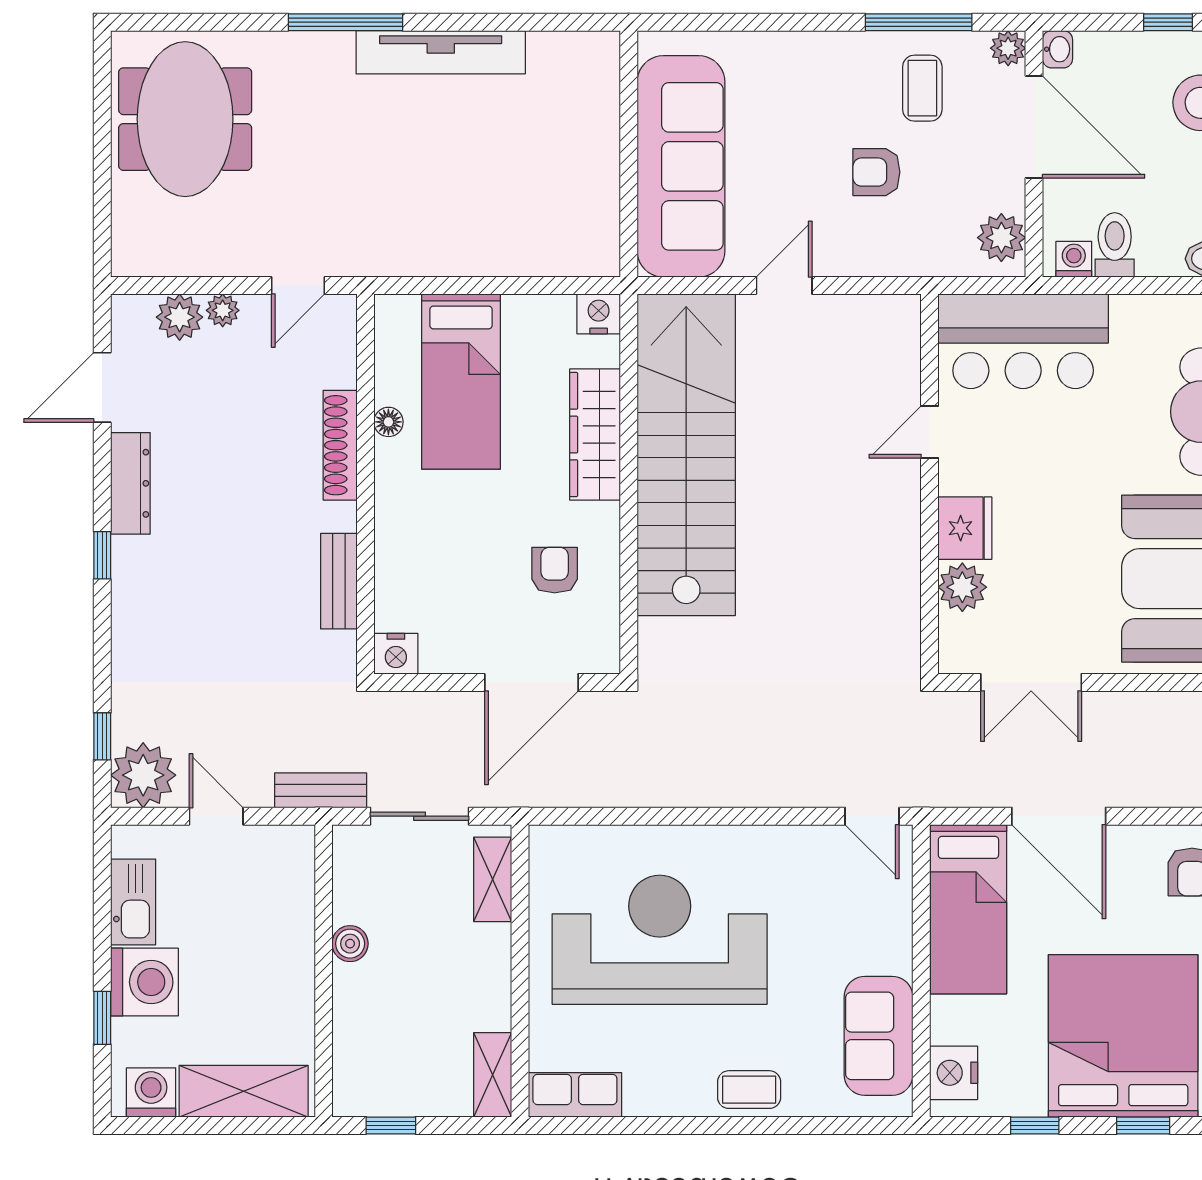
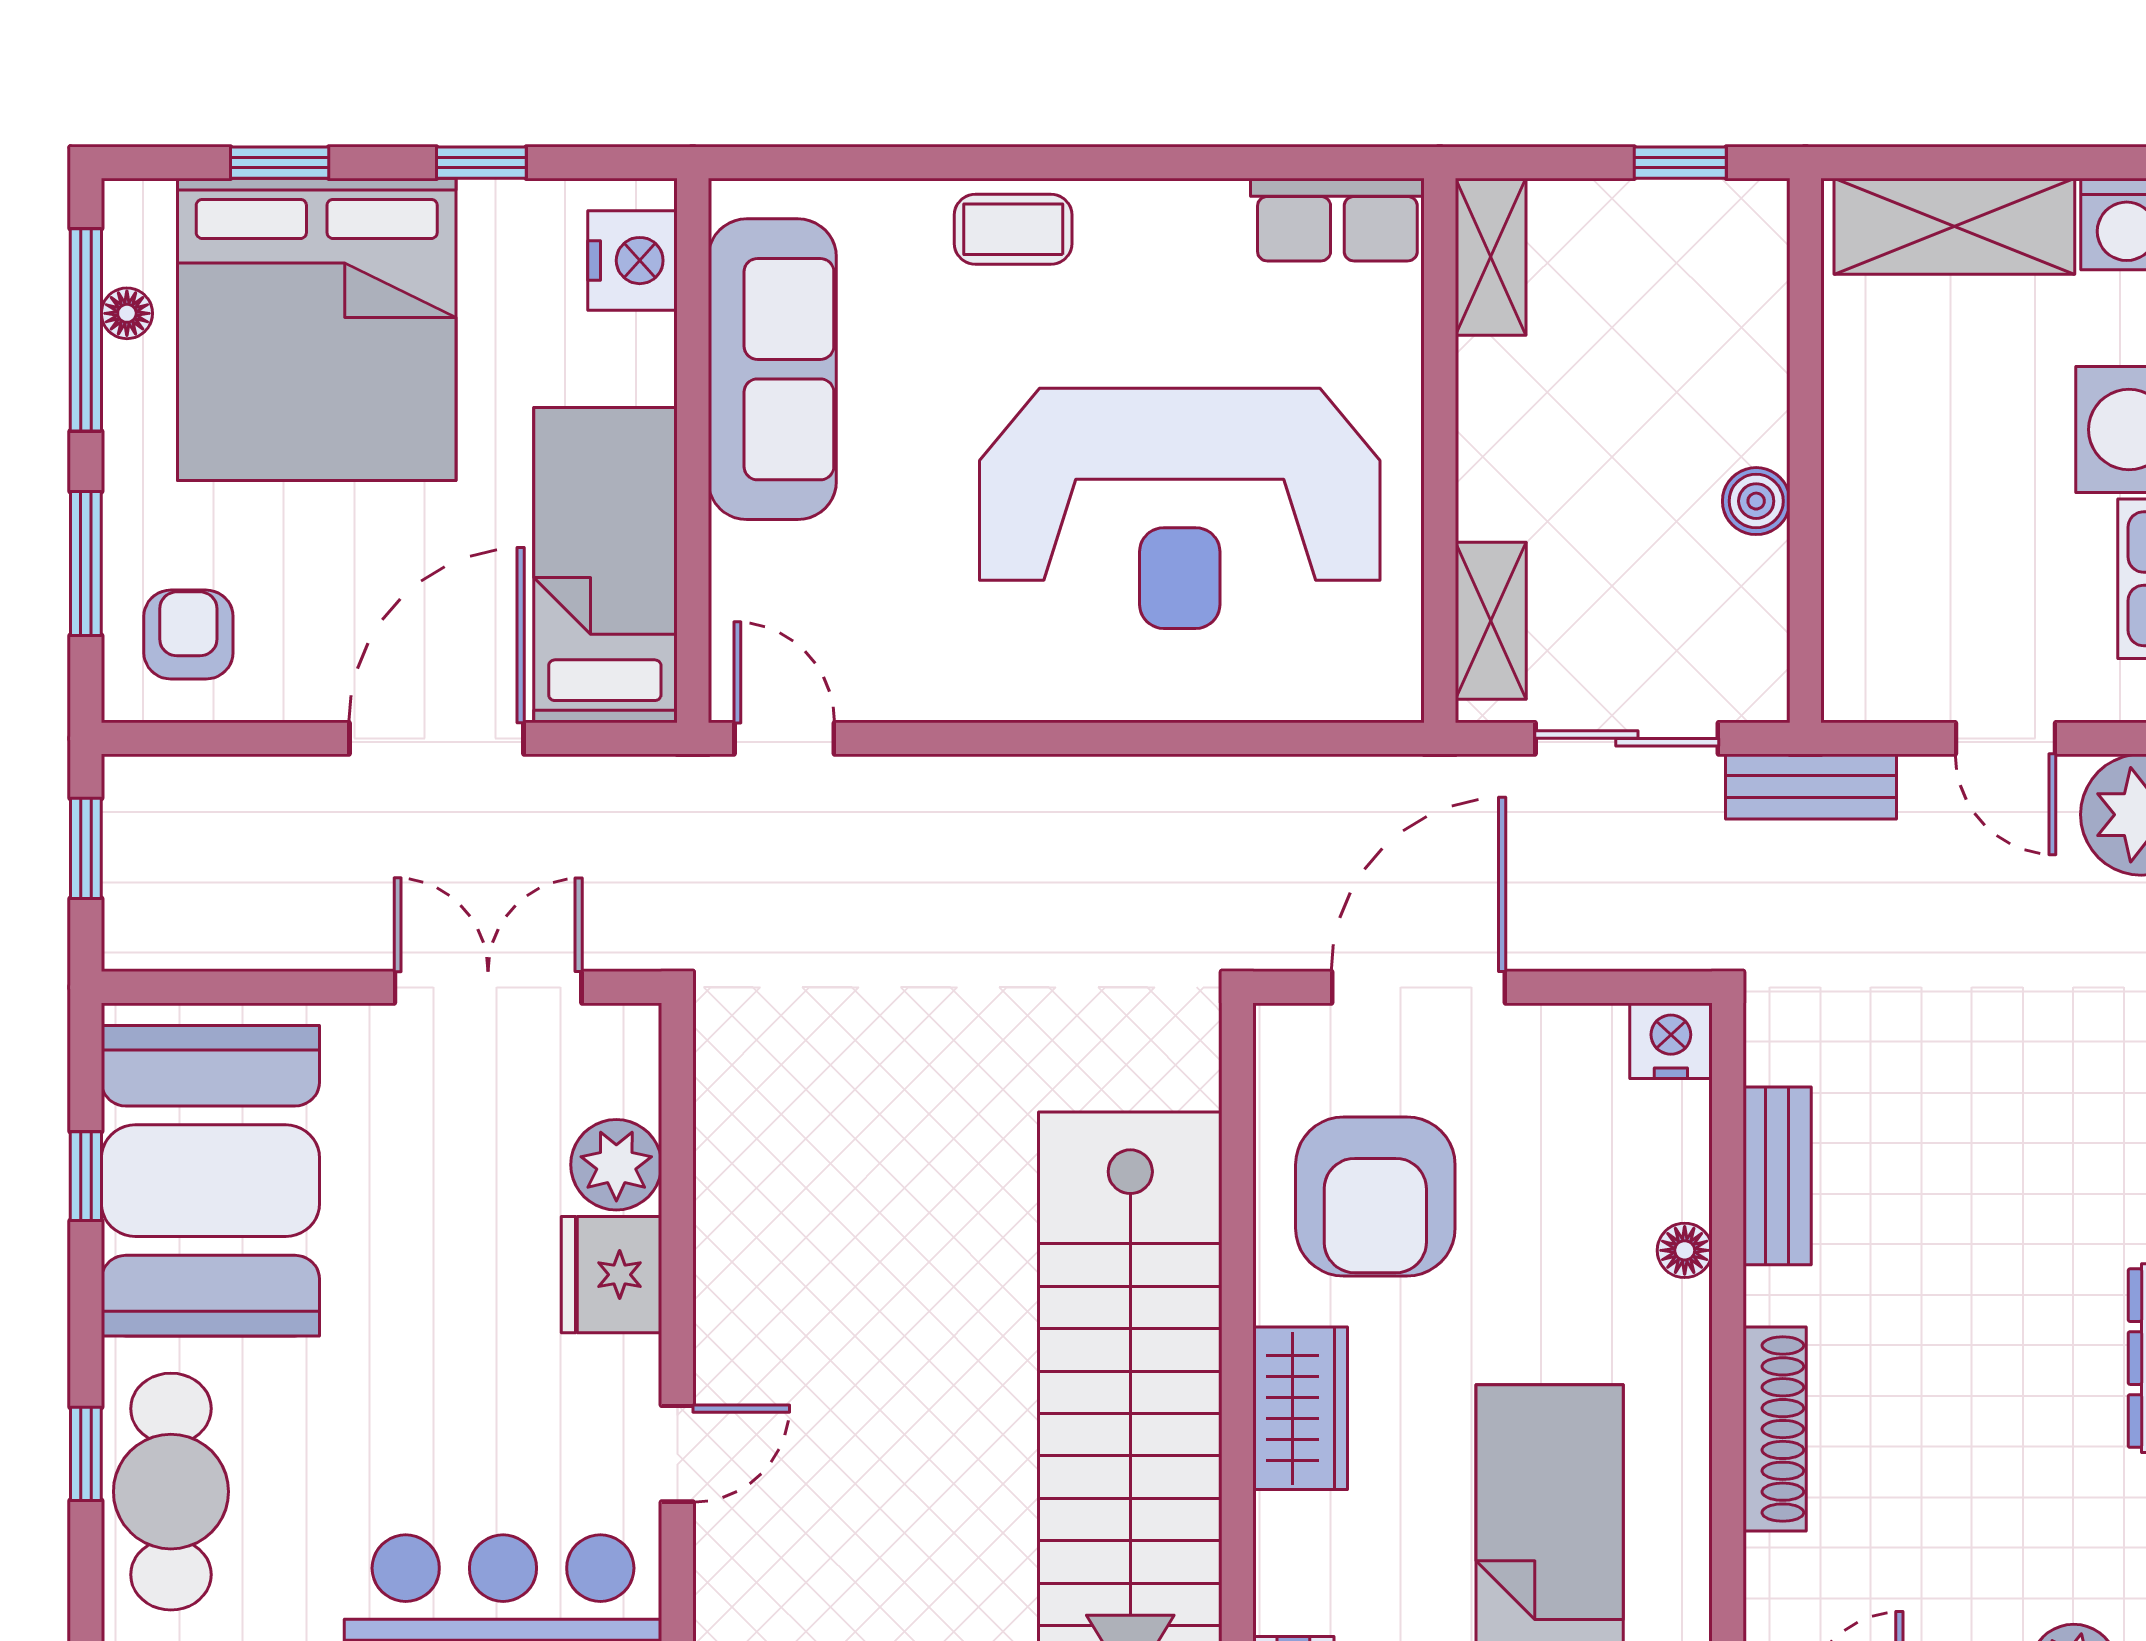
floor lamp: (388, 422) -> (1685, 1250), moved
wardrobe: (595, 435) -> (1300, 1408), width x0.67
armchair: (555, 570) -> (1375, 1196), width x1.88, depth x1.88
door: (1059, 816) -> (437, 738), hinge flipped
sofa: (878, 1036) -> (772, 369), width x1.36

